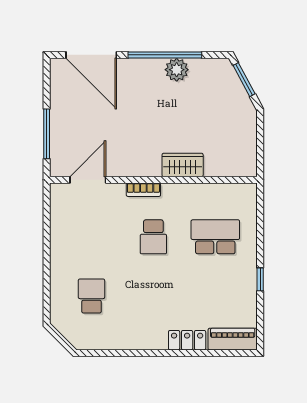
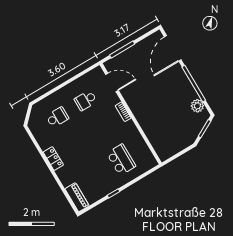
plant: (177, 70) -> (197, 106), moved
wardrobe: (183, 165) -> (146, 124), removed
school desk: (153, 237) -> (86, 100), moved
locker: (187, 340) -> (53, 159), moved

